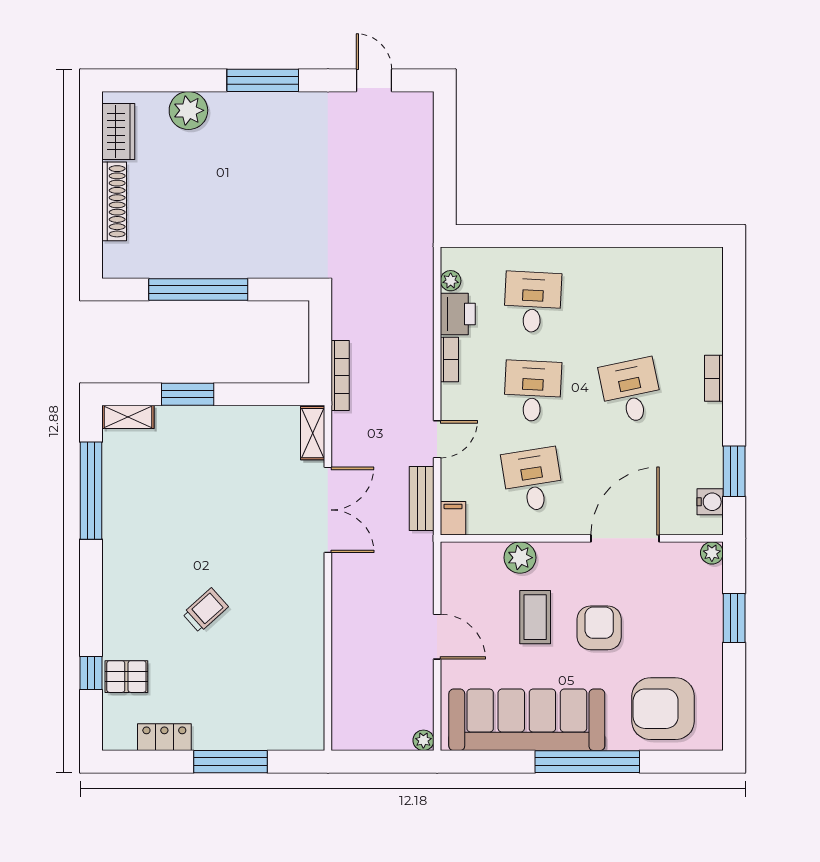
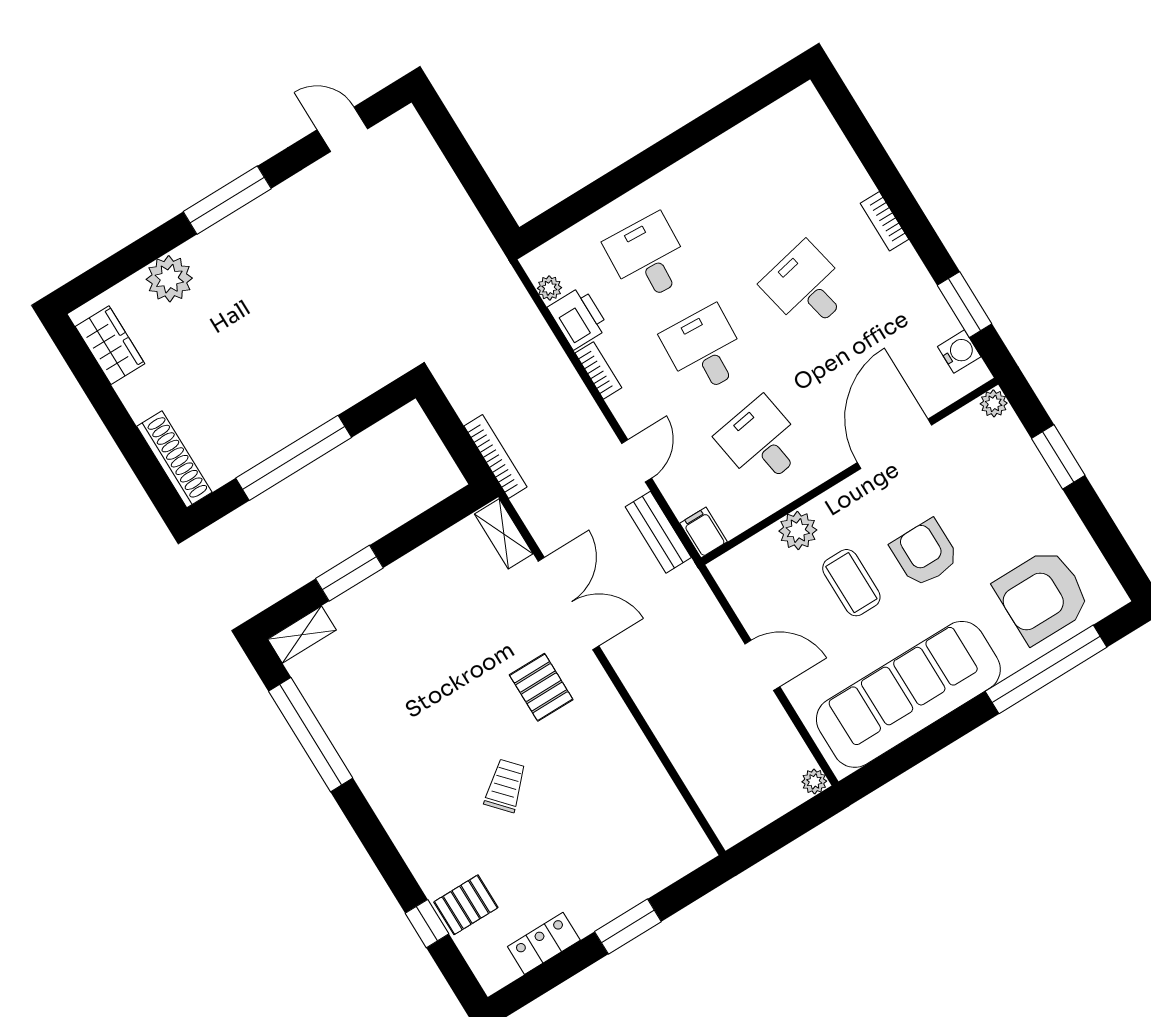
shoe rack: (114, 201) -> (174, 459), moved
pallet: (273, 557) -> (541, 687), added
window: (231, 762) -> (628, 927), width x0.69
window: (587, 762) -> (1046, 669), moved

